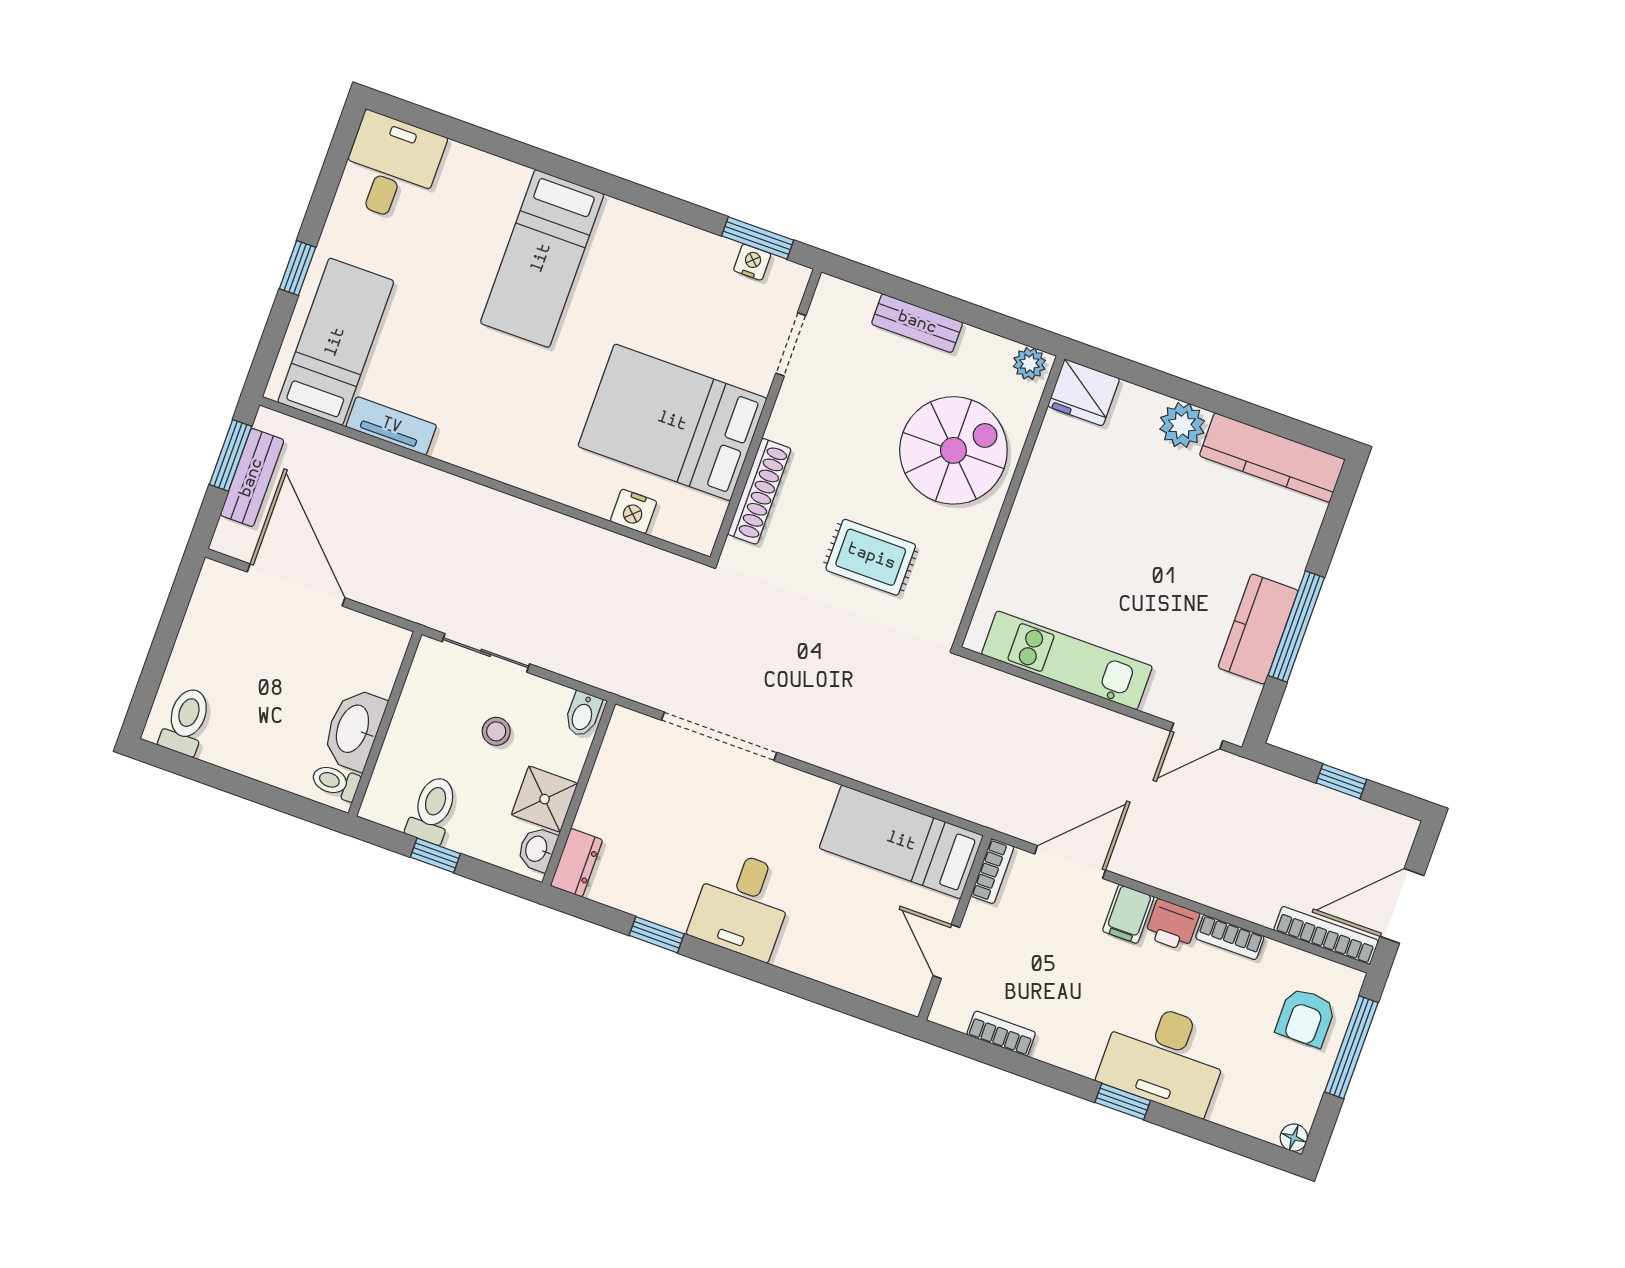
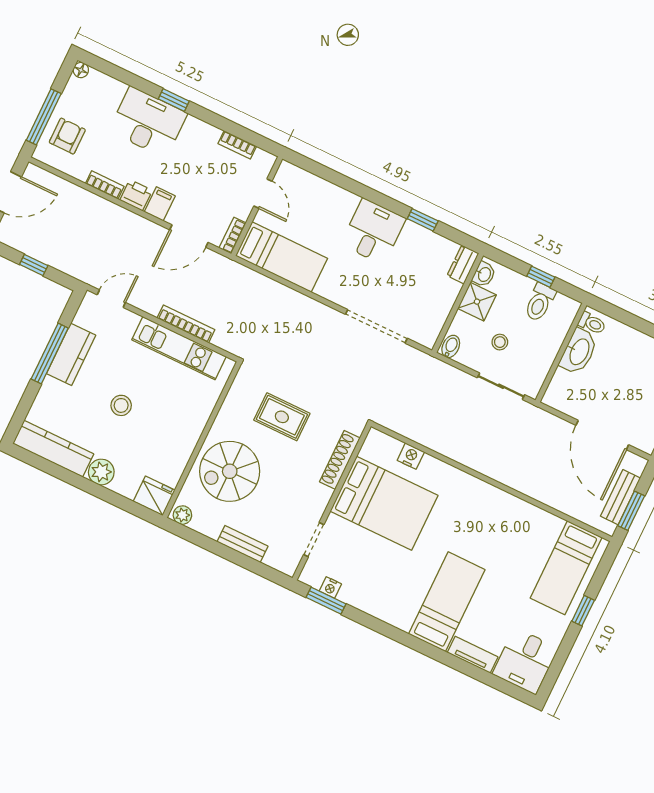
tv unit: (391, 426) -> (473, 655), moved, turned 180
stool: (1159, 547) -> (121, 405), added
bookcase: (1326, 935) -> (186, 324), moved, turned 180

